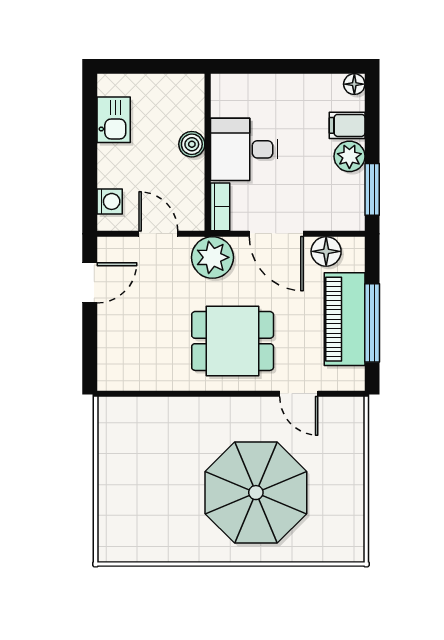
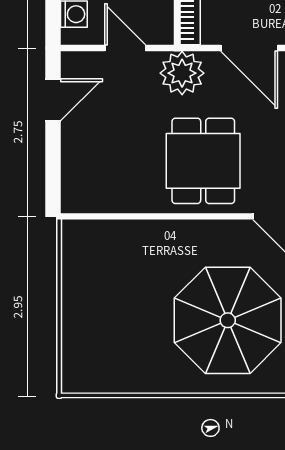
dining table: (233, 341) -> (203, 161), turned 90

